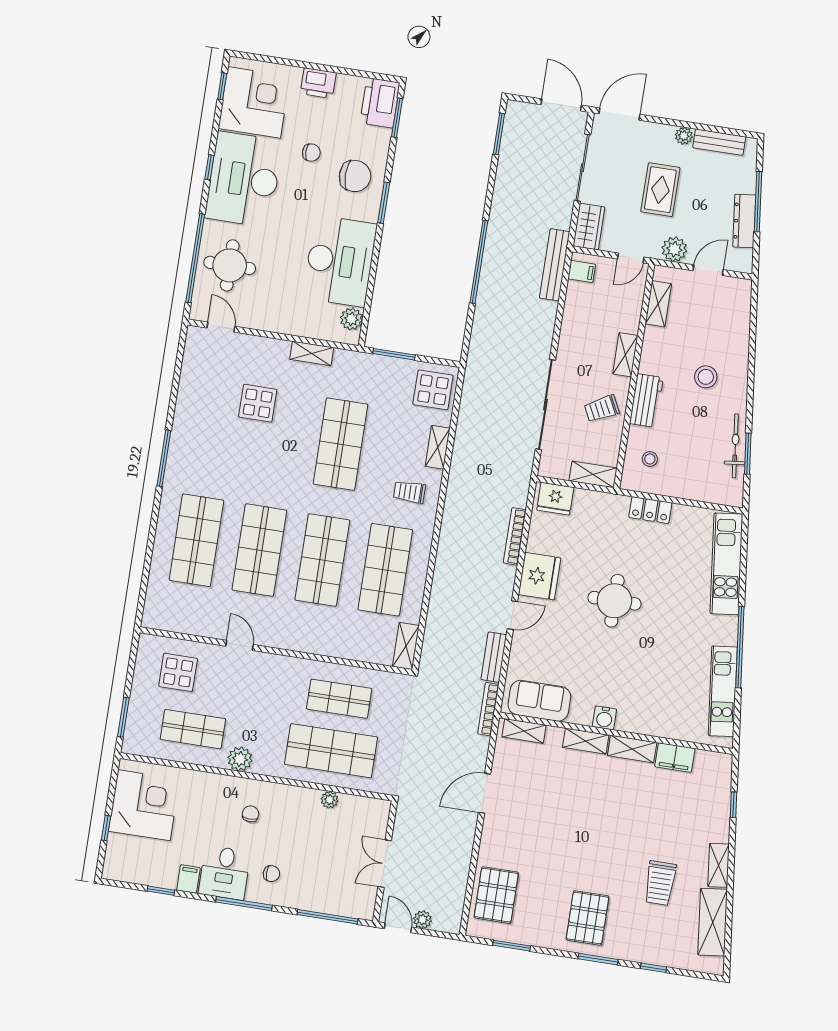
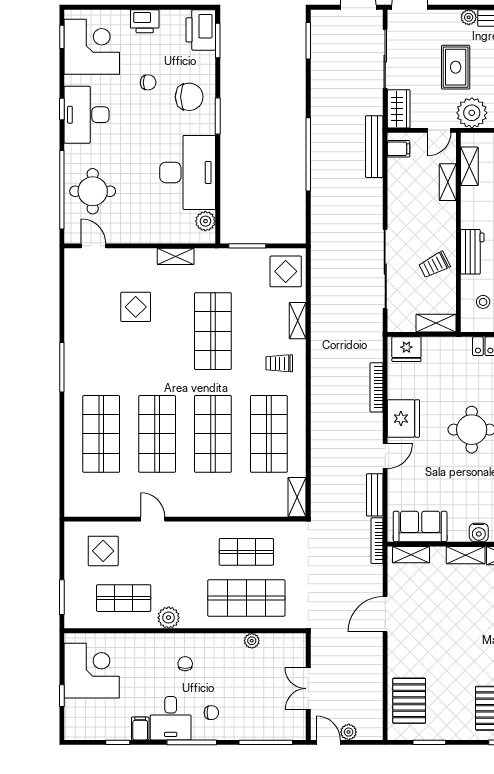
desk: (244, 179) -> (87, 115), width x0.73, depth x0.77
plant: (674, 249) -> (472, 113), width x1.36, depth x1.36
shelving: (625, 355) -> (448, 182), moved

